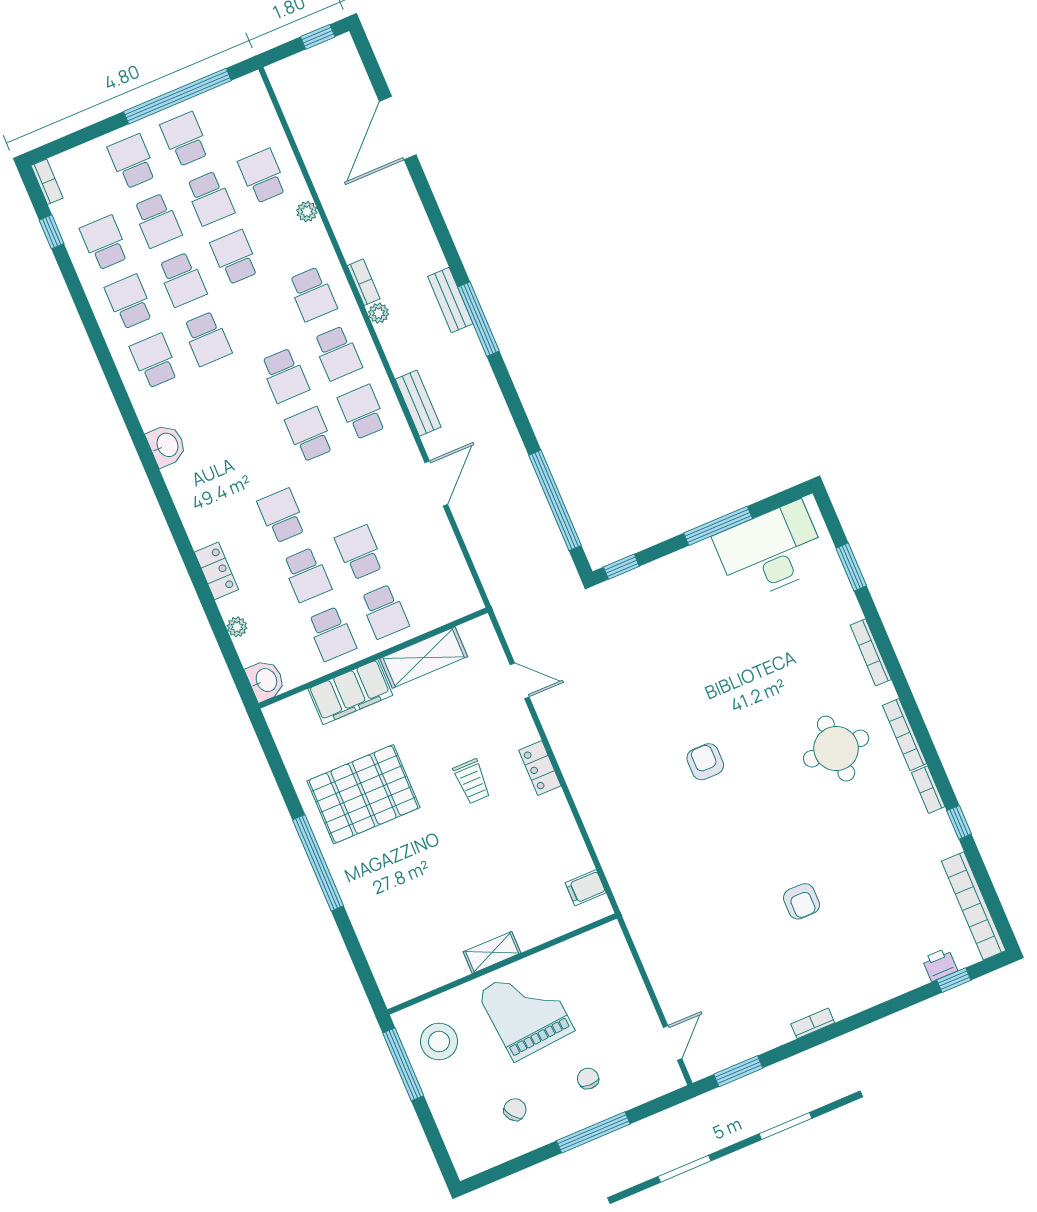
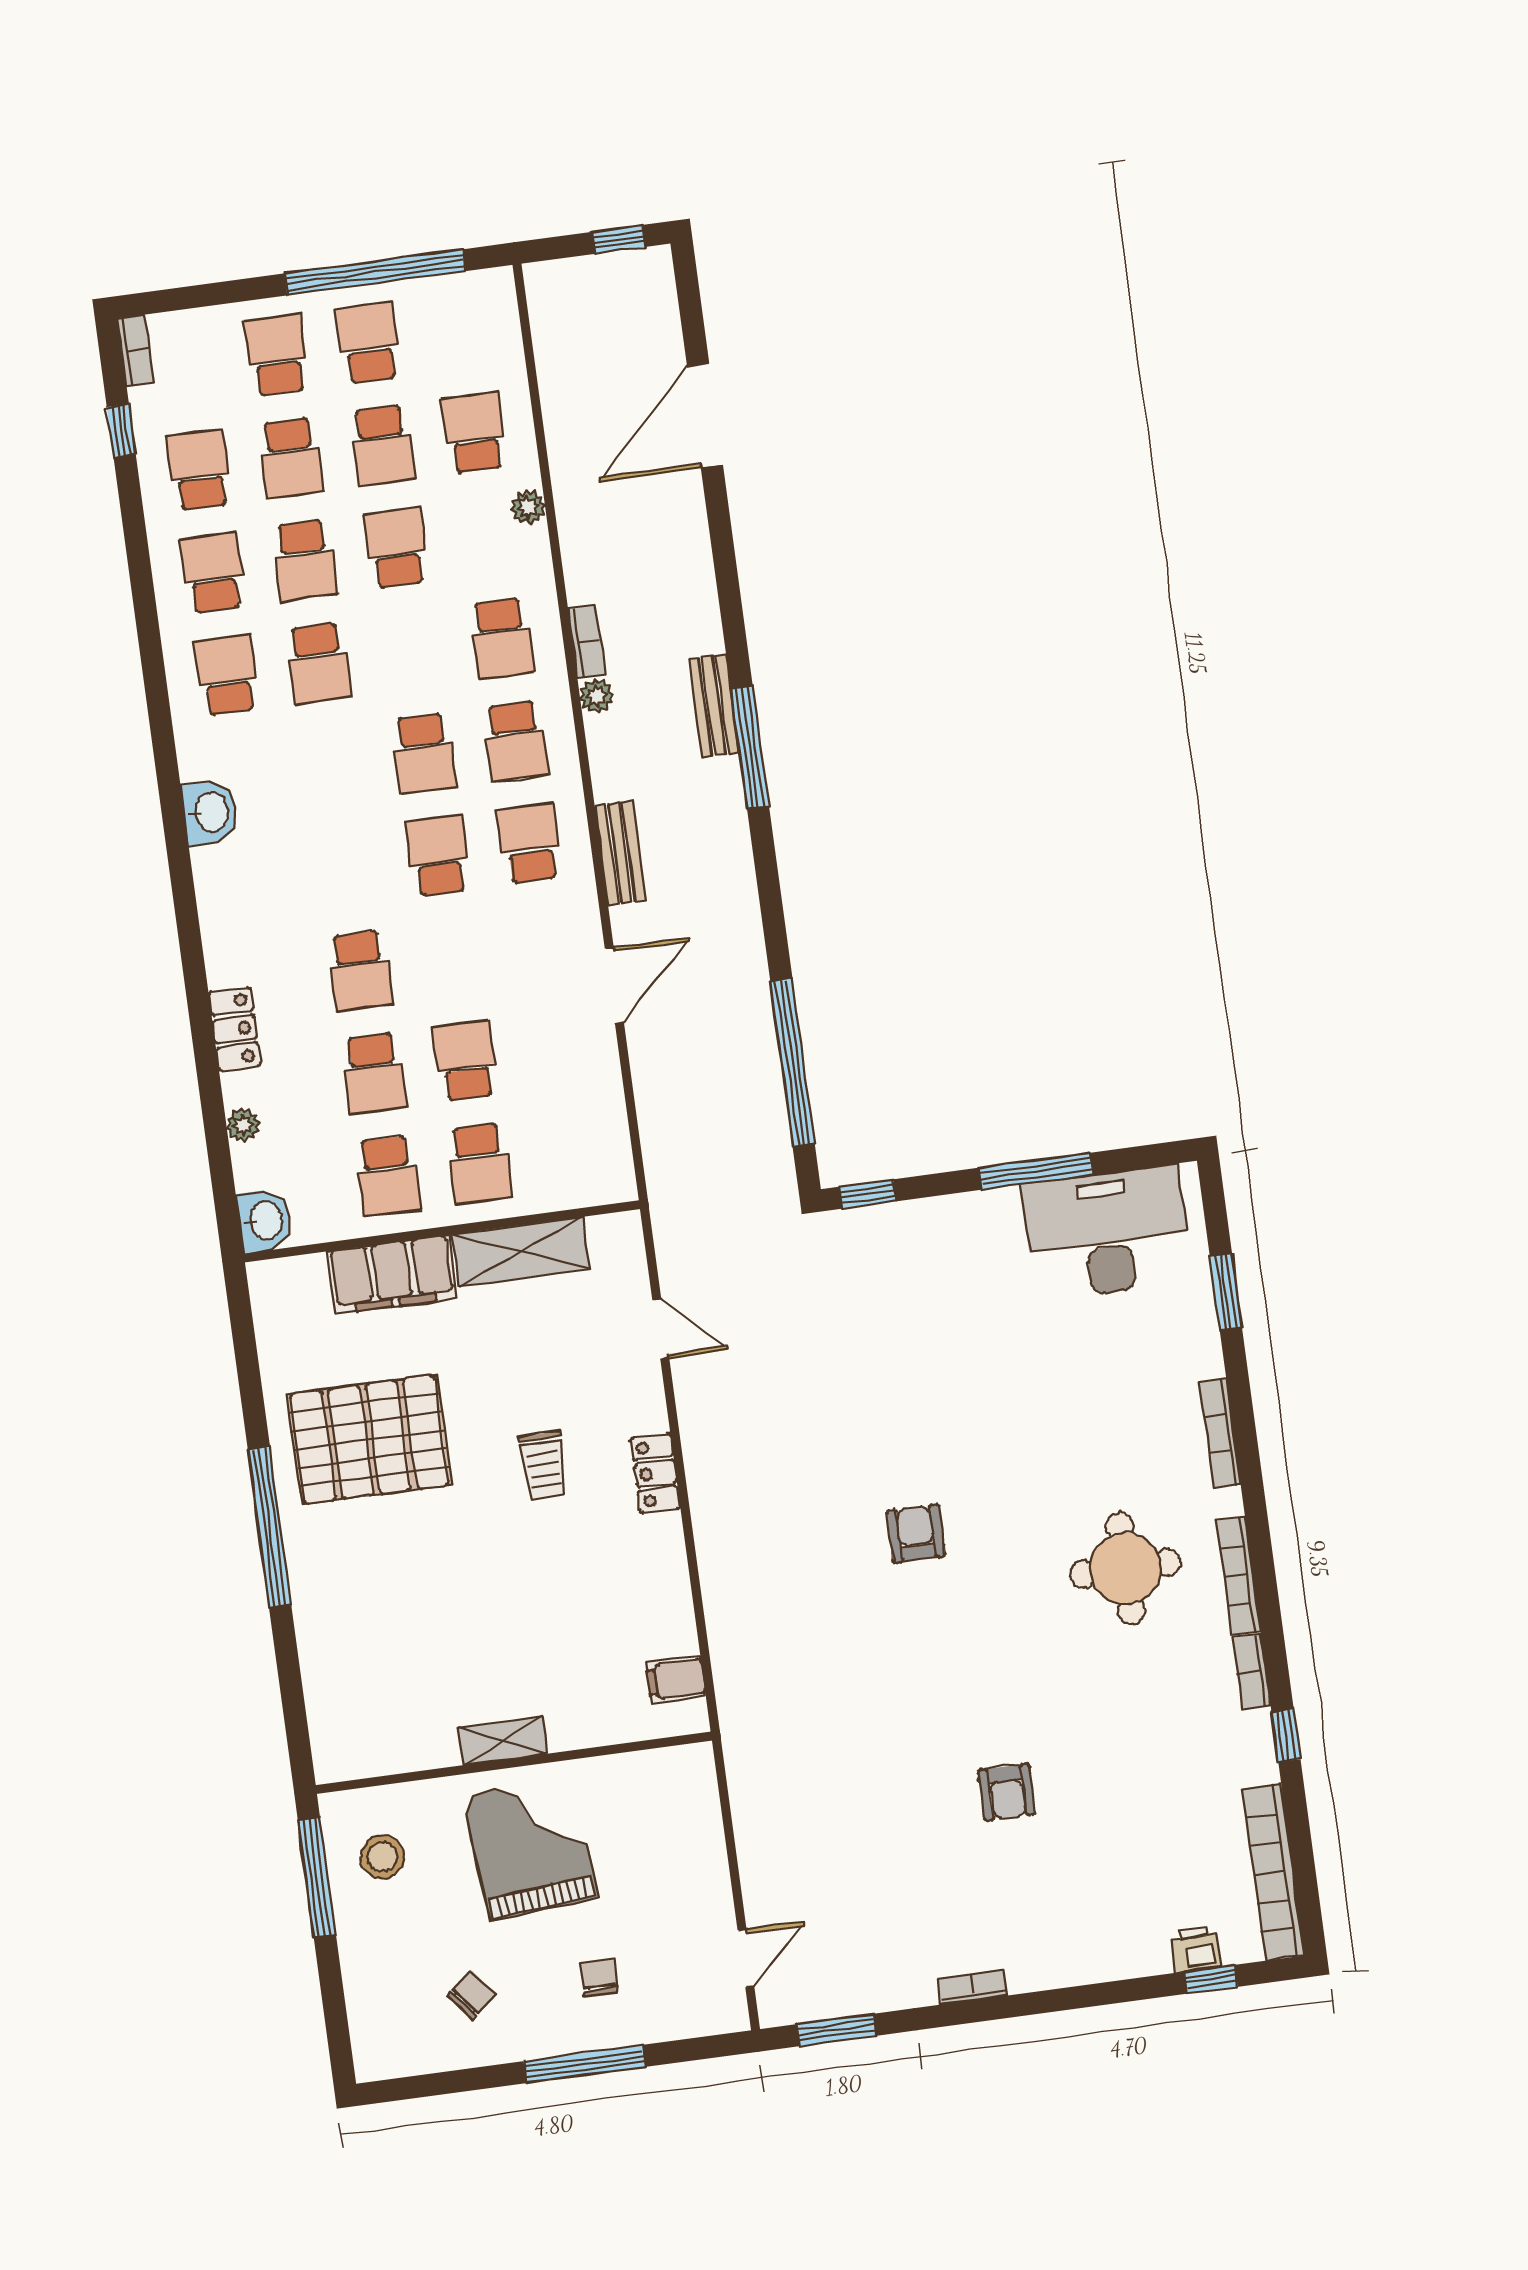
school desk: (282, 516) -> (360, 971), turned 180
stool: (439, 1041) -> (382, 1857), width x0.73, depth x0.73

